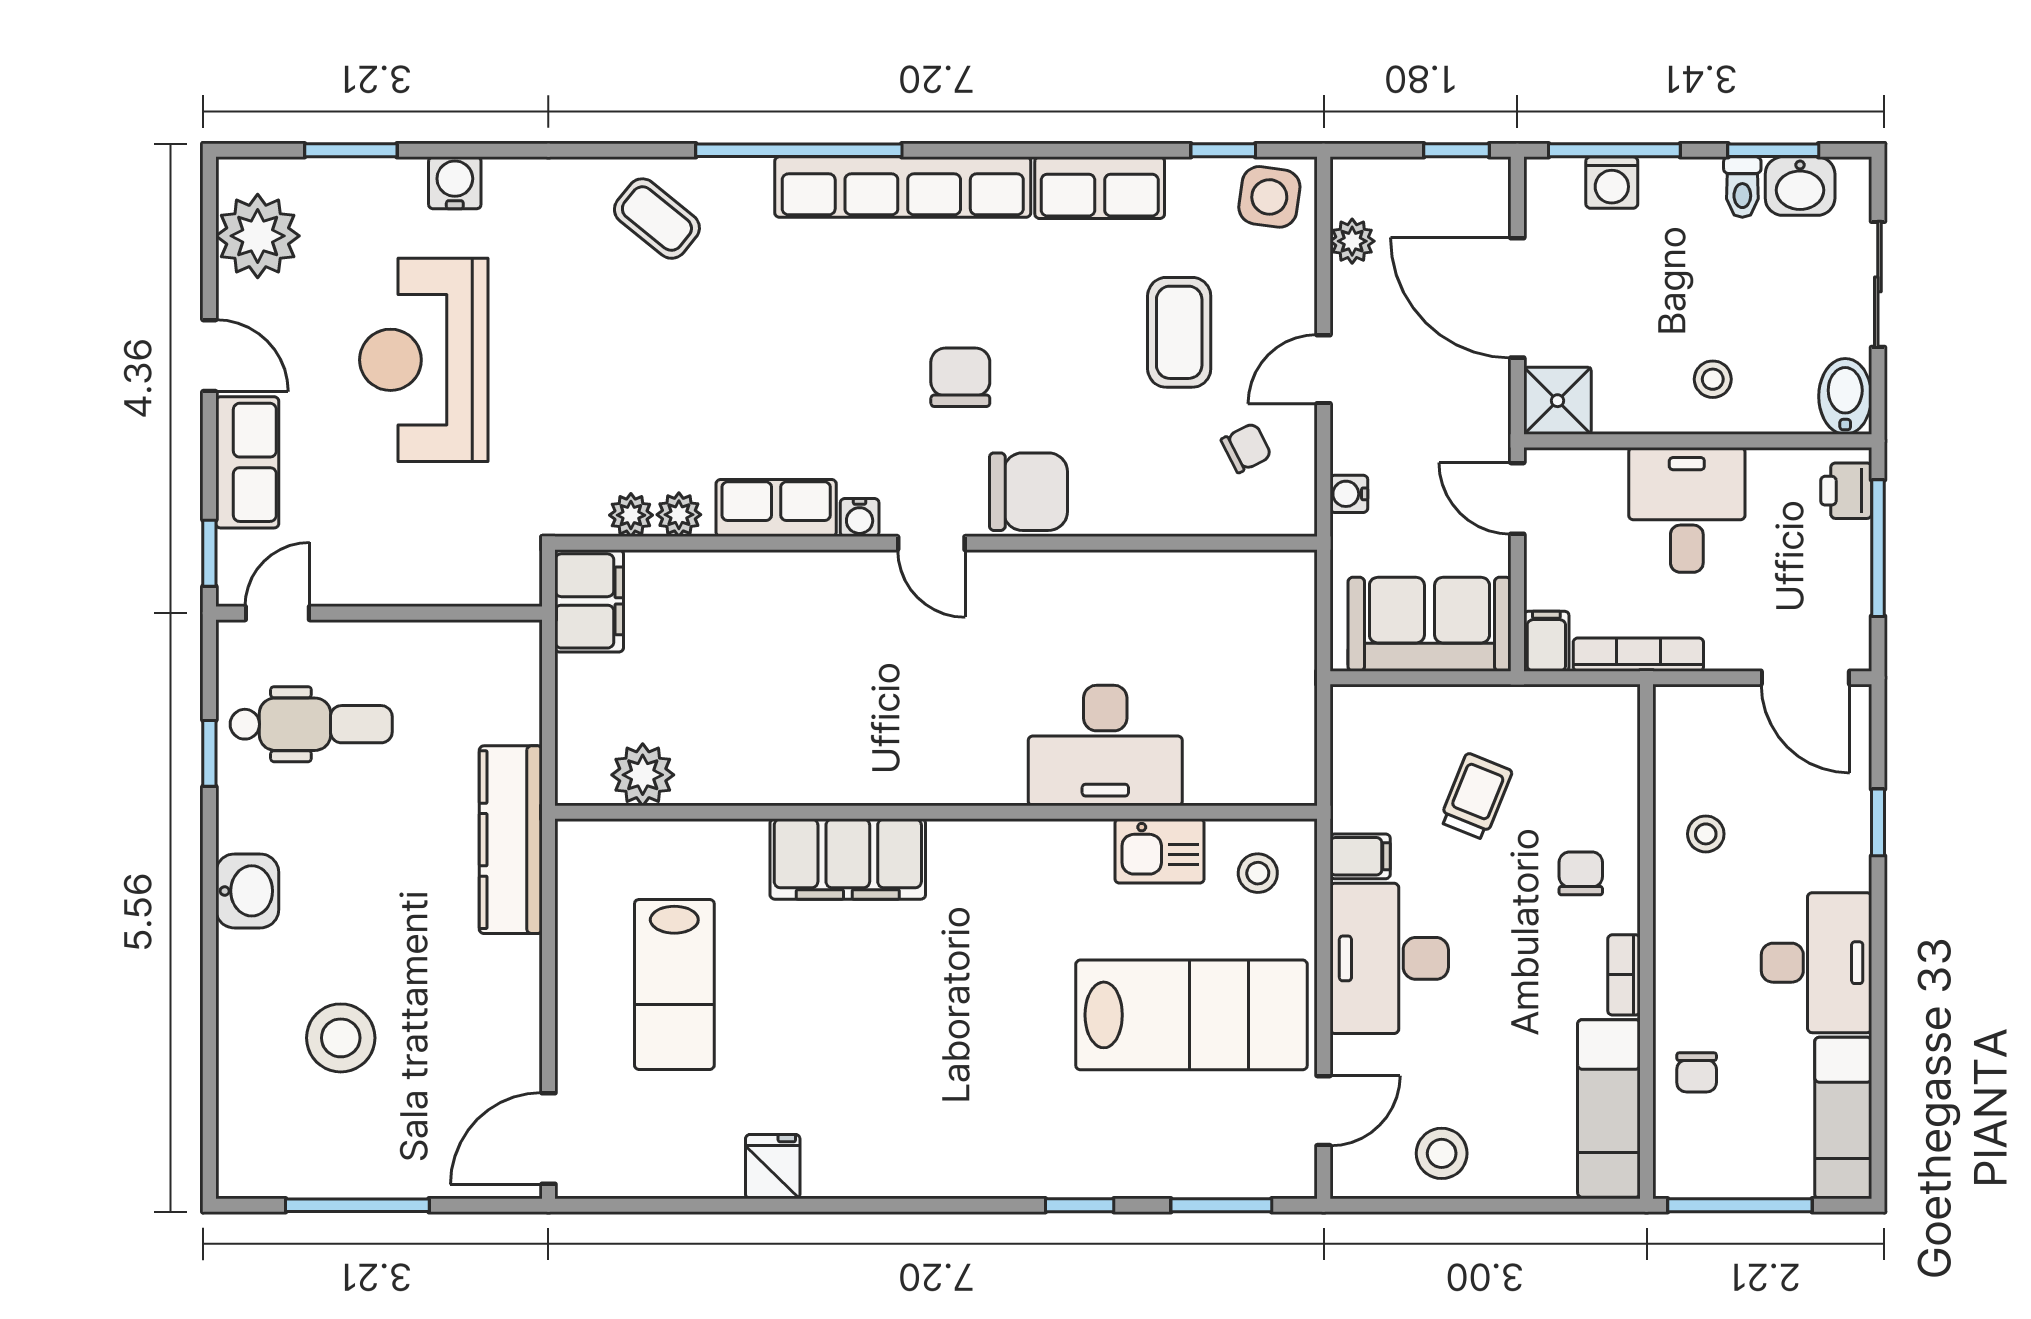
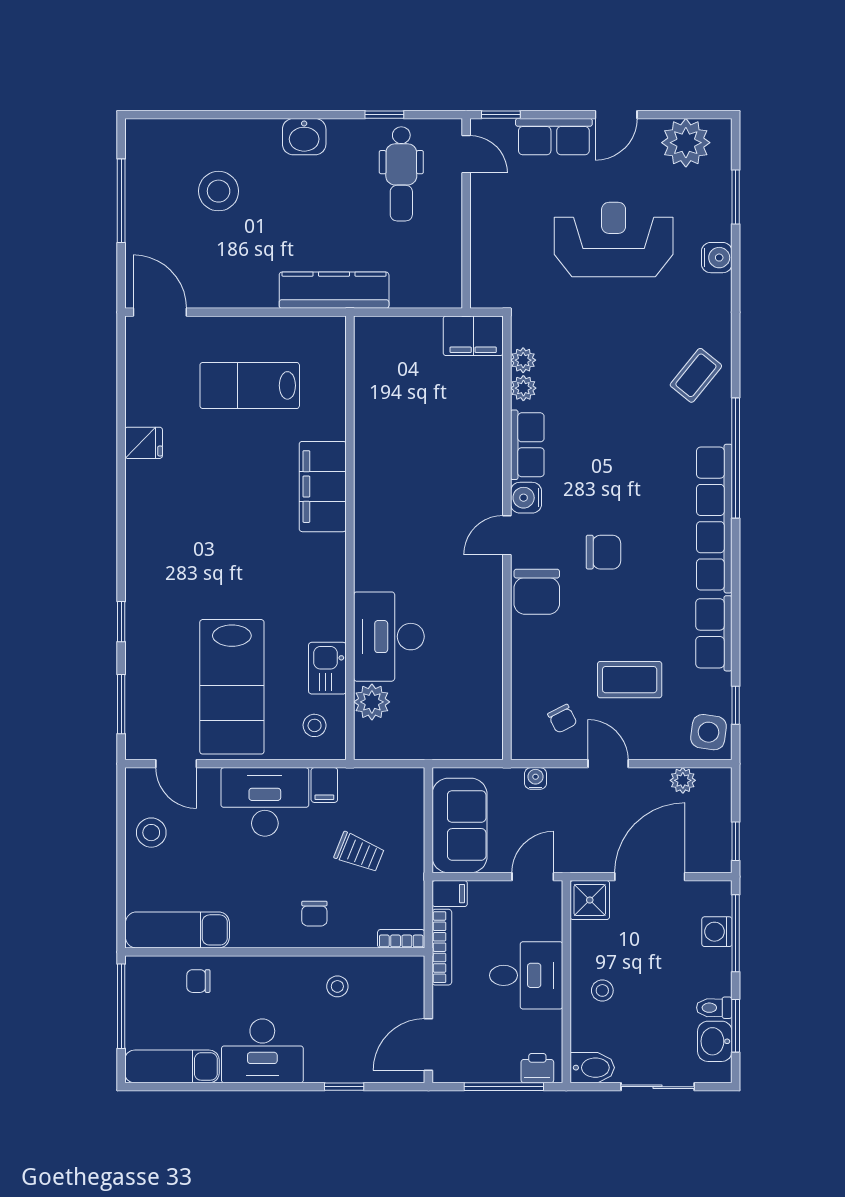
water cooler: (860, 518) -> (526, 498), width x1.38, depth x1.38
plant: (643, 775) -> (372, 702), moved
chair: (1581, 873) -> (314, 914), turned 90
bookcase: (1624, 975) -> (401, 939), moved

